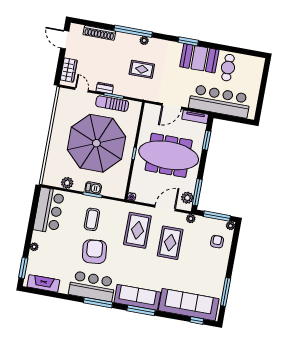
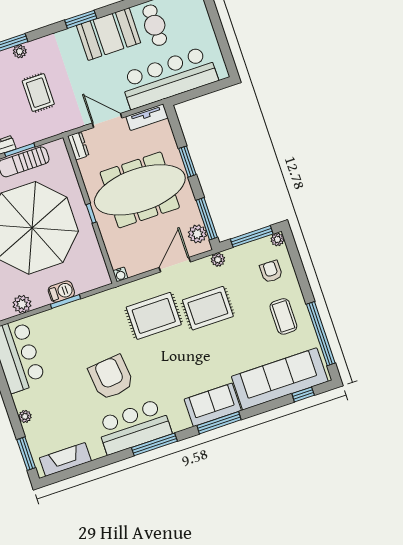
rug: (142, 69) -> (38, 93), turned 90
door: (172, 106) -> (107, 120), swing flipped
dresser: (148, 112) -> (78, 146), added
window: (207, 140) -> (187, 162), moved
coffee table: (92, 219) -> (283, 316), moved
rug: (137, 230) -> (154, 316), turned 90
rug: (170, 243) -> (208, 308), turned 90
window: (226, 292) -> (321, 334), width x1.46
sofa: (137, 297) -> (213, 405), width x0.73

